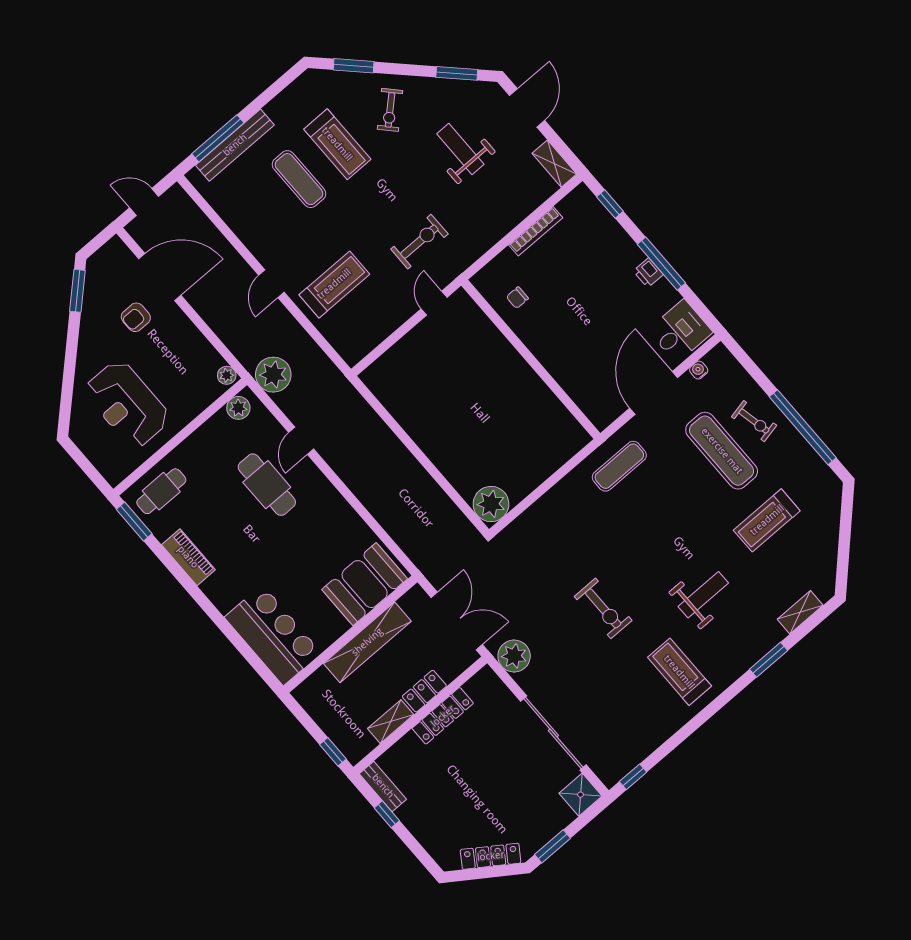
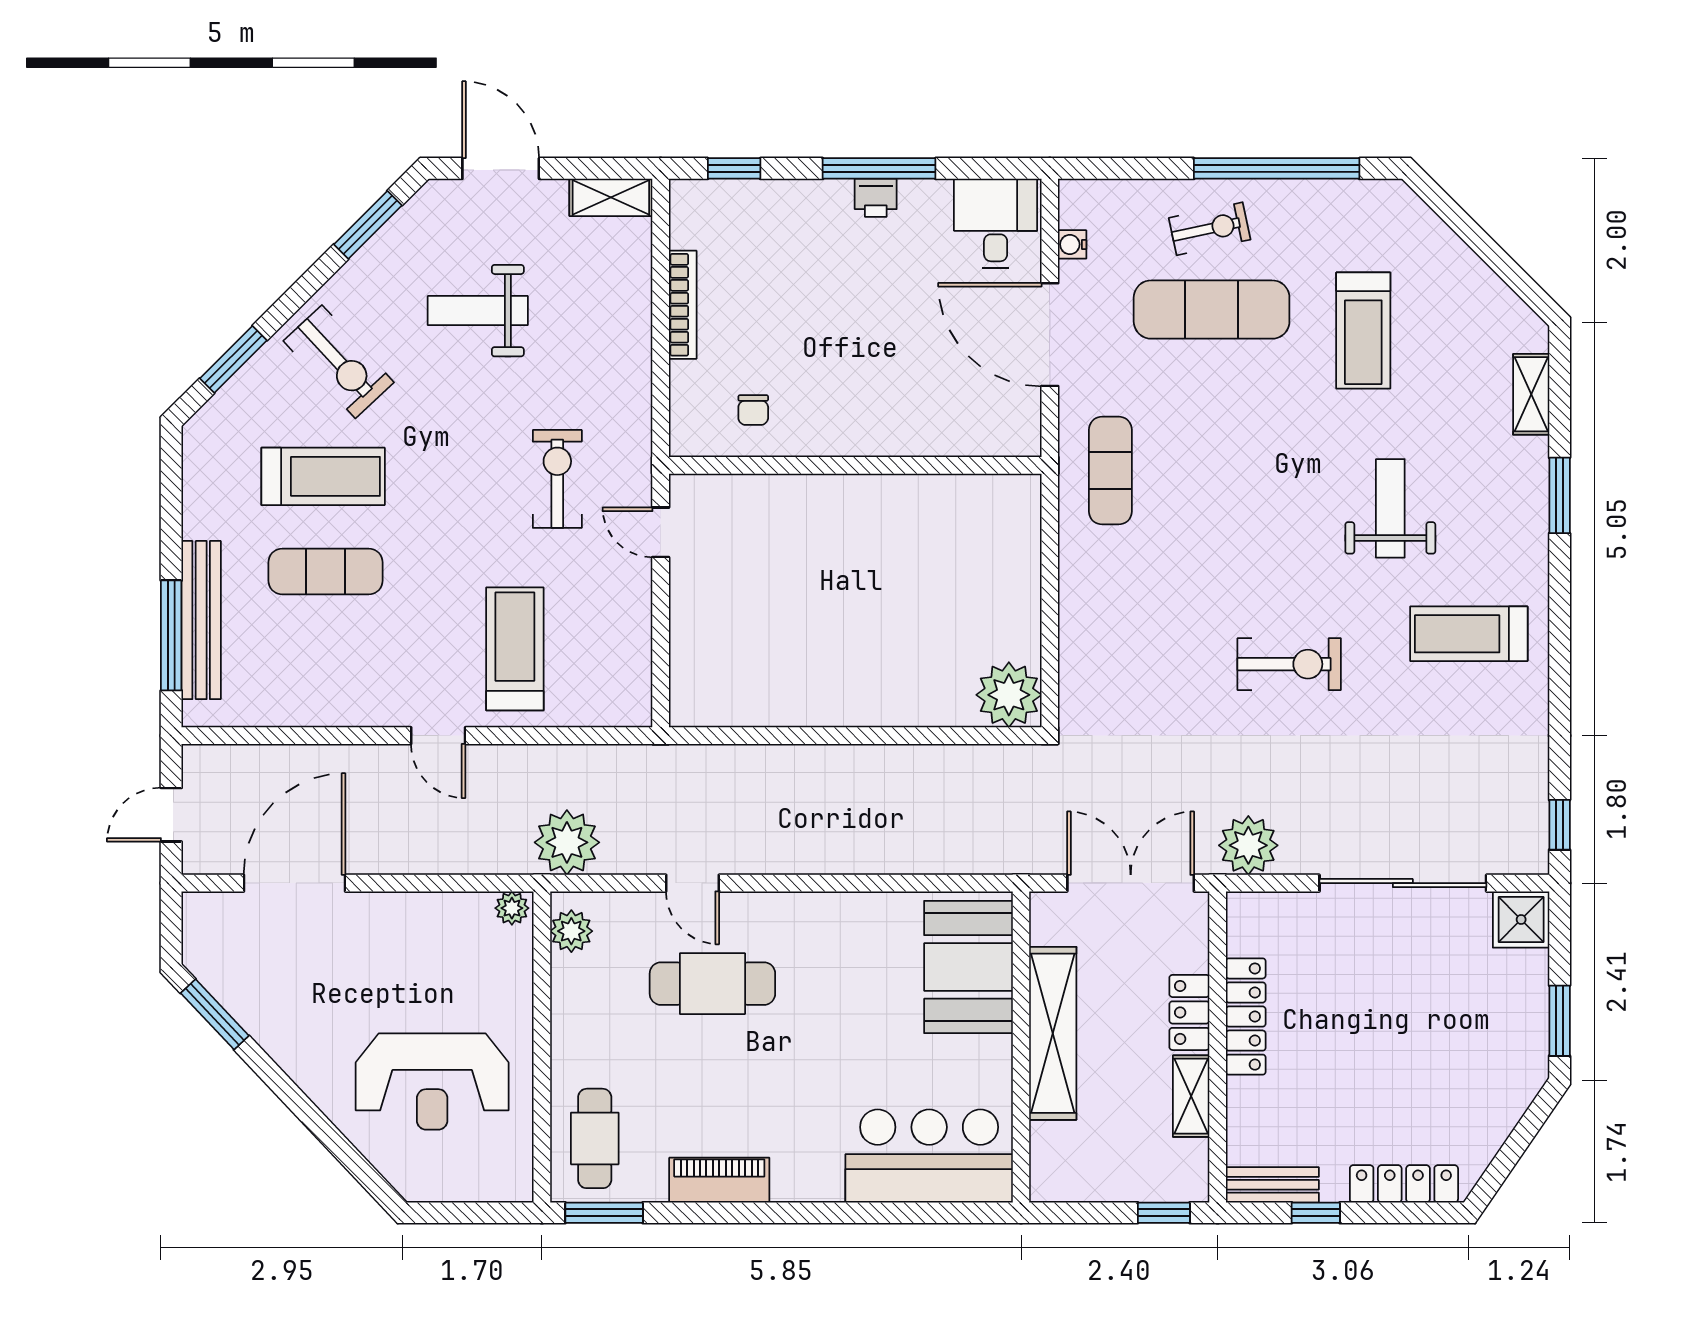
exercise bike: (390, 110) -> (339, 362), width x1.38, depth x1.39
armchair: (136, 317) -> (322, 965), removed
locker: (491, 856) -> (1404, 1184), moved, turned 56

